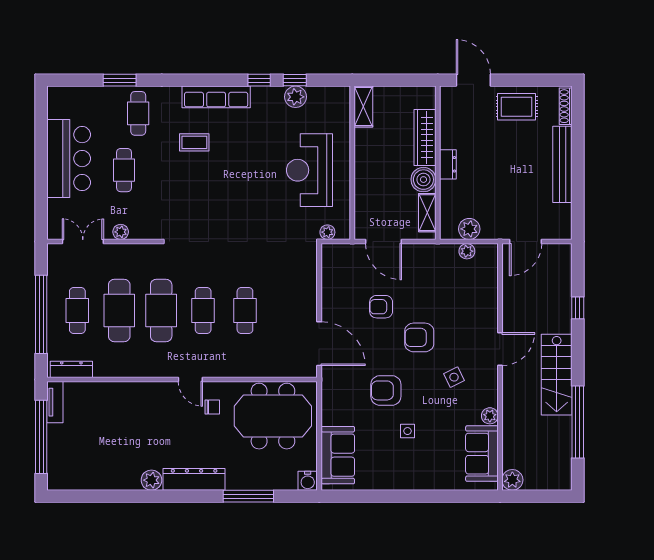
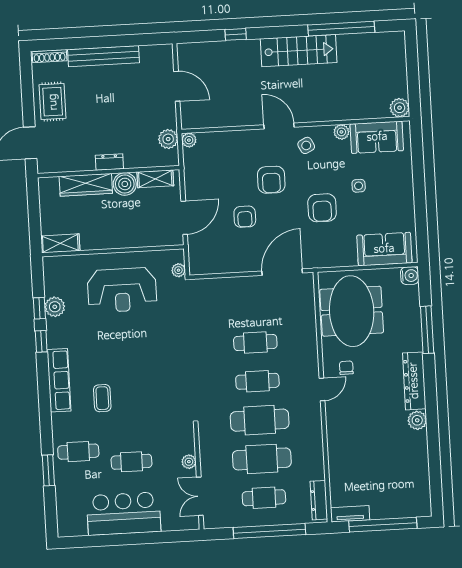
door: (500, 349) -> (279, 126), moved
wall: (500, 367) -> (296, 125), moved
plant: (490, 416) -> (341, 132), moved
sofa: (482, 454) -> (377, 137), moved
plant: (512, 480) -> (400, 108), moved

